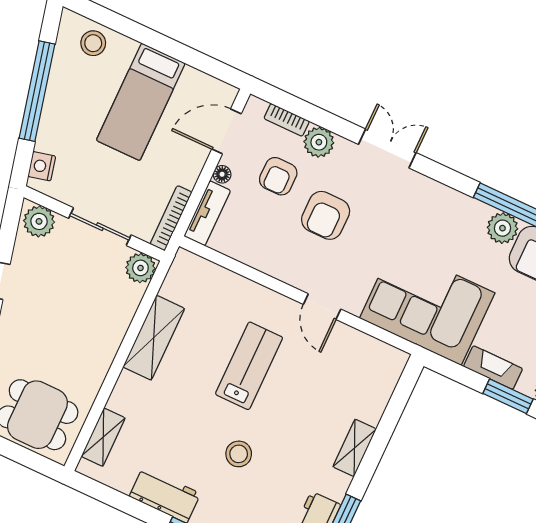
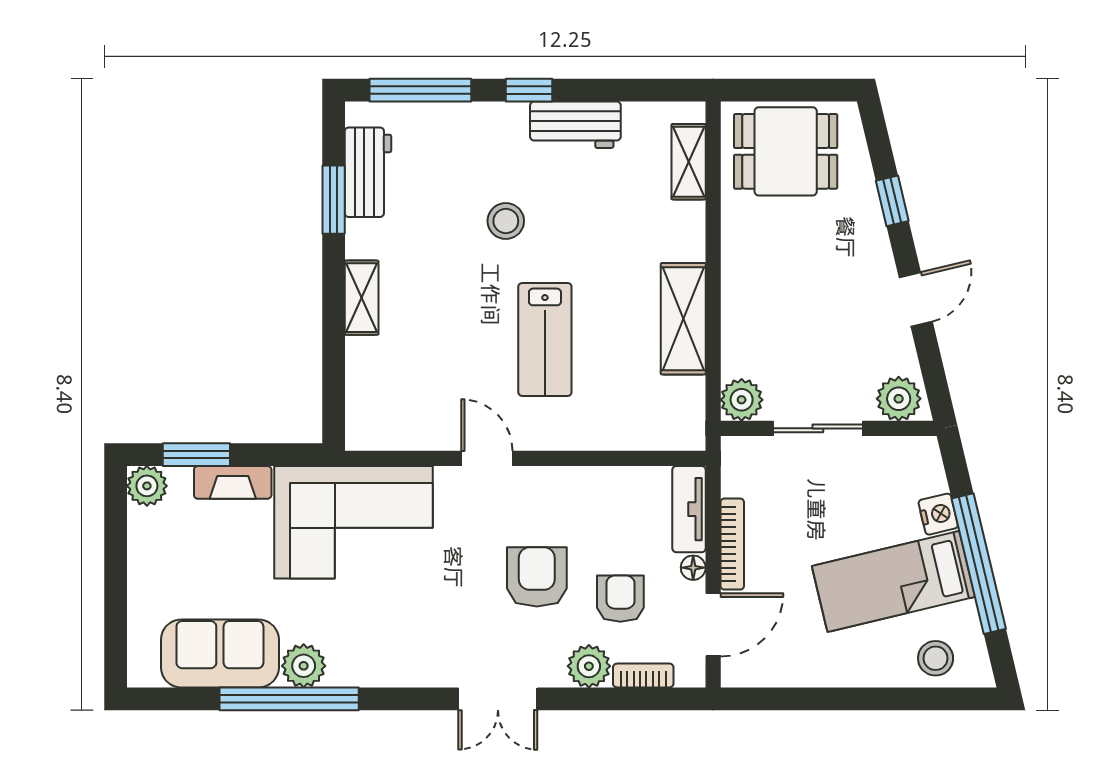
bed: (141, 102) -> (893, 581), moved, turned -103
nightstand: (42, 166) -> (938, 514), moved
bookcase: (171, 218) -> (732, 544), moved

